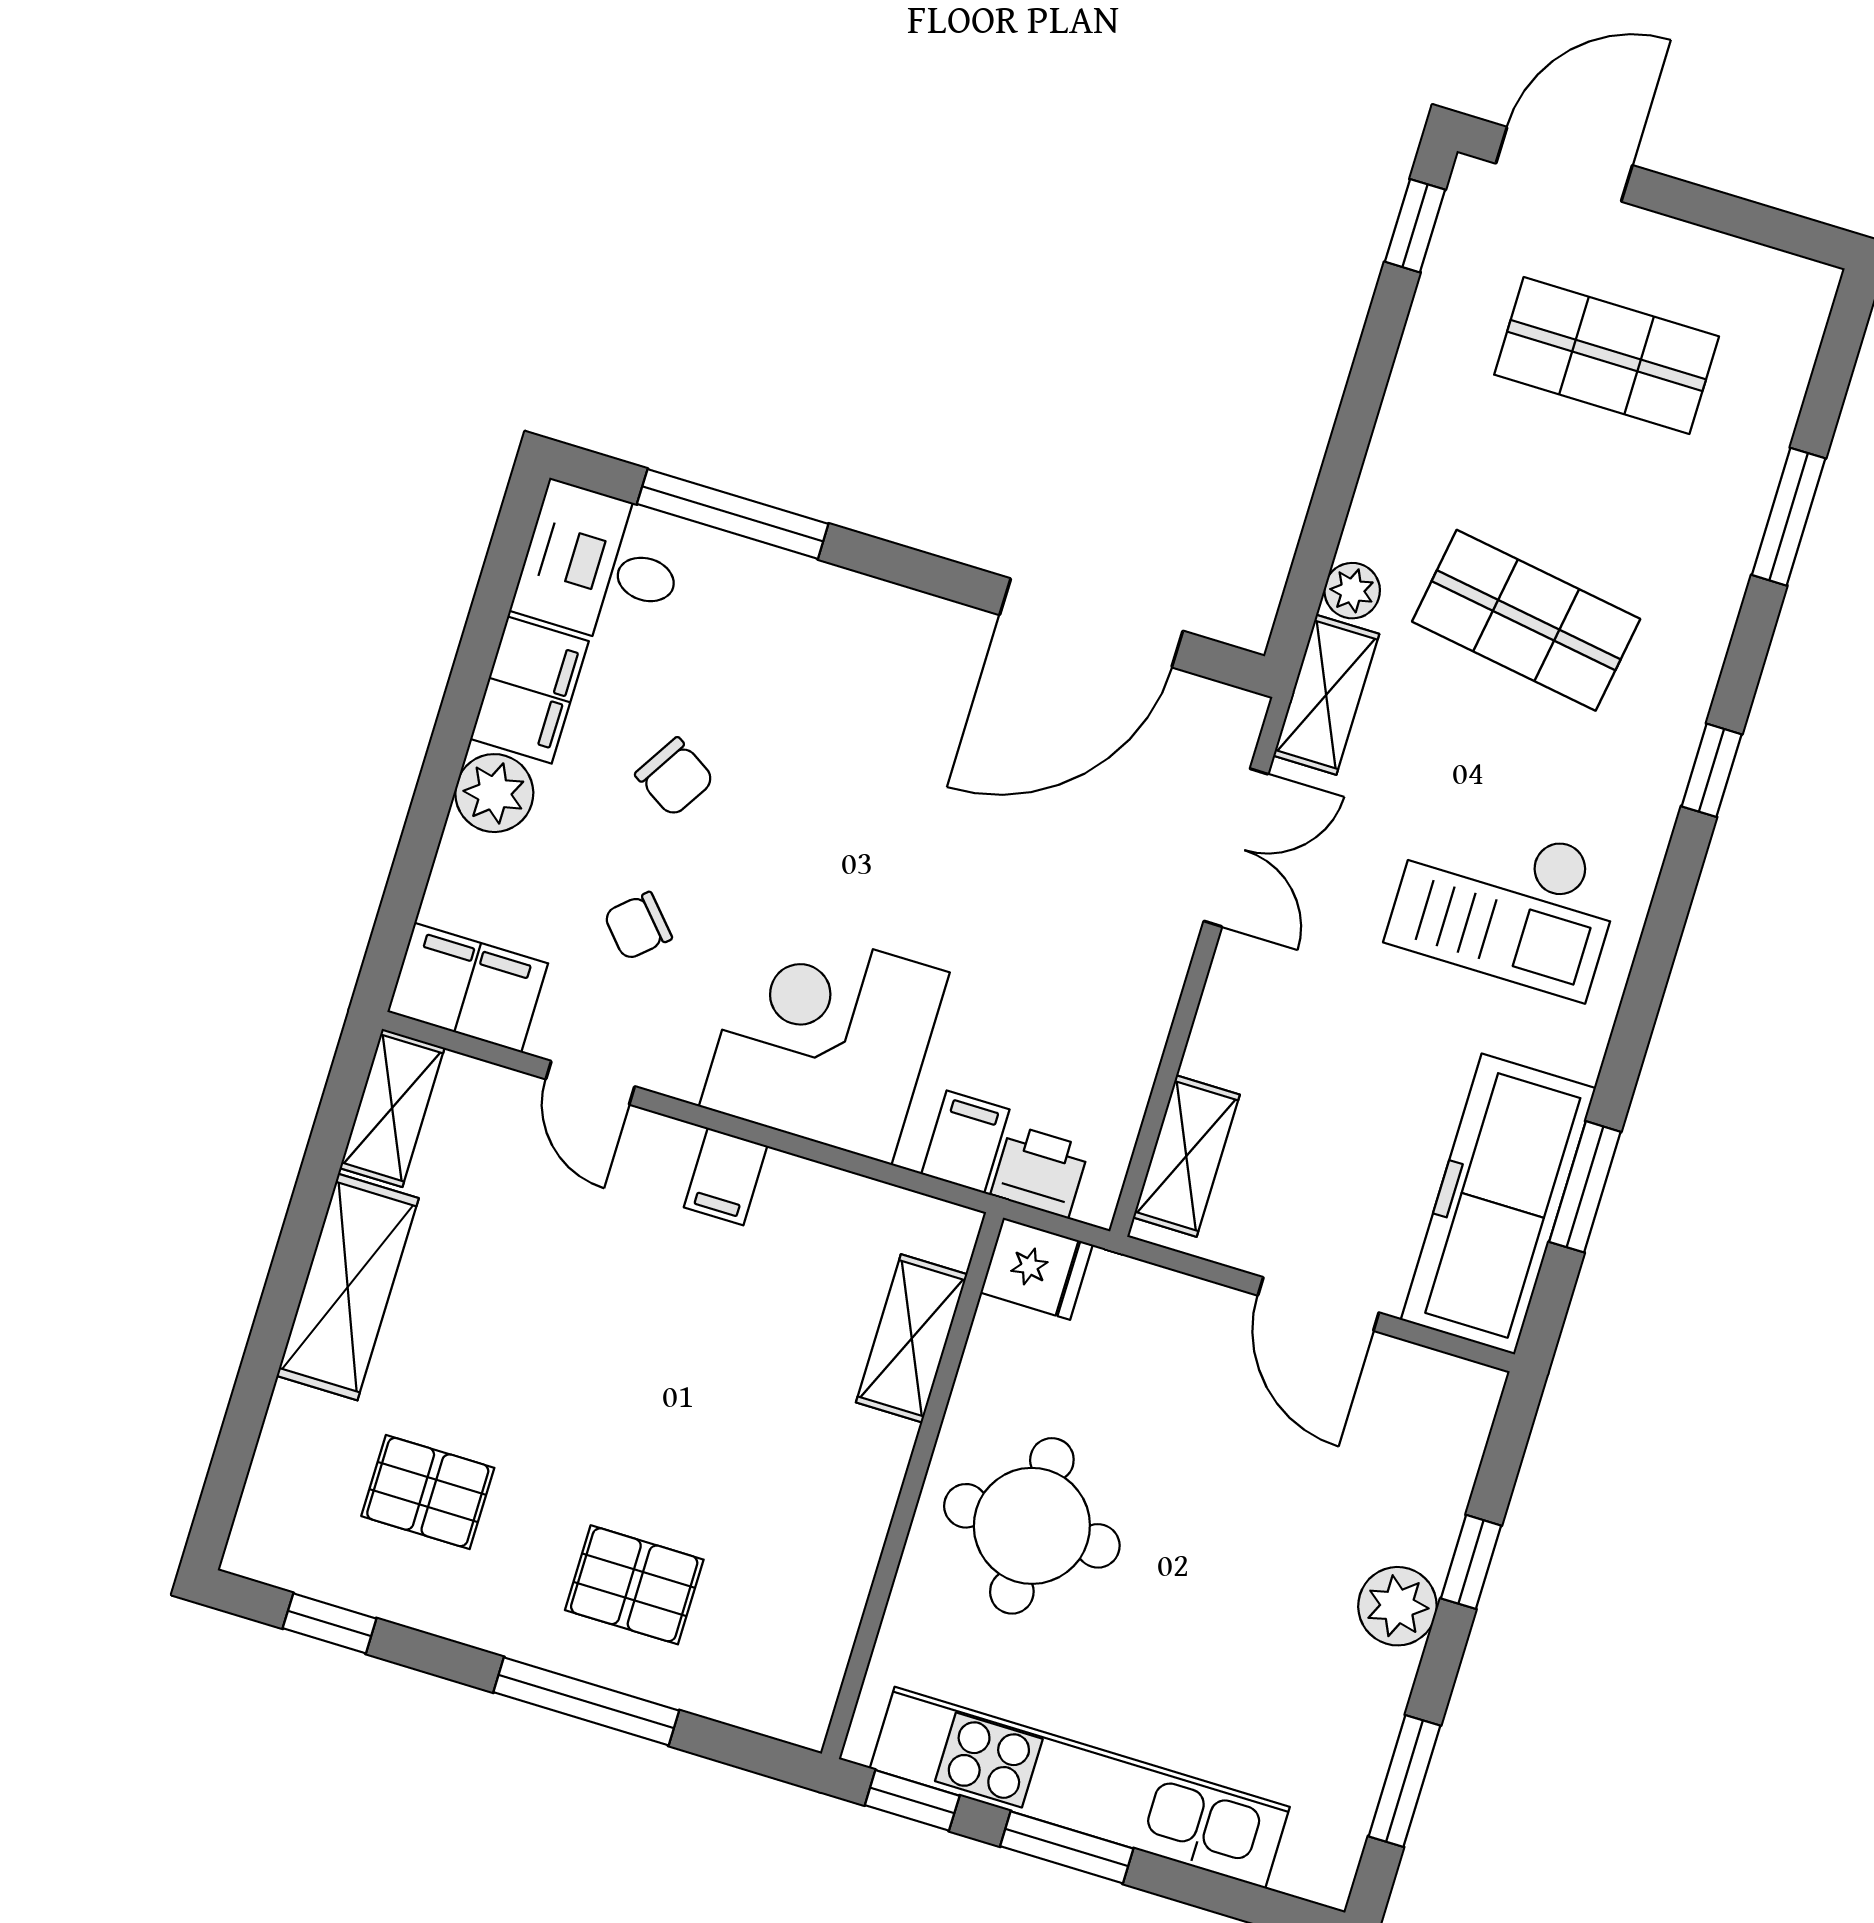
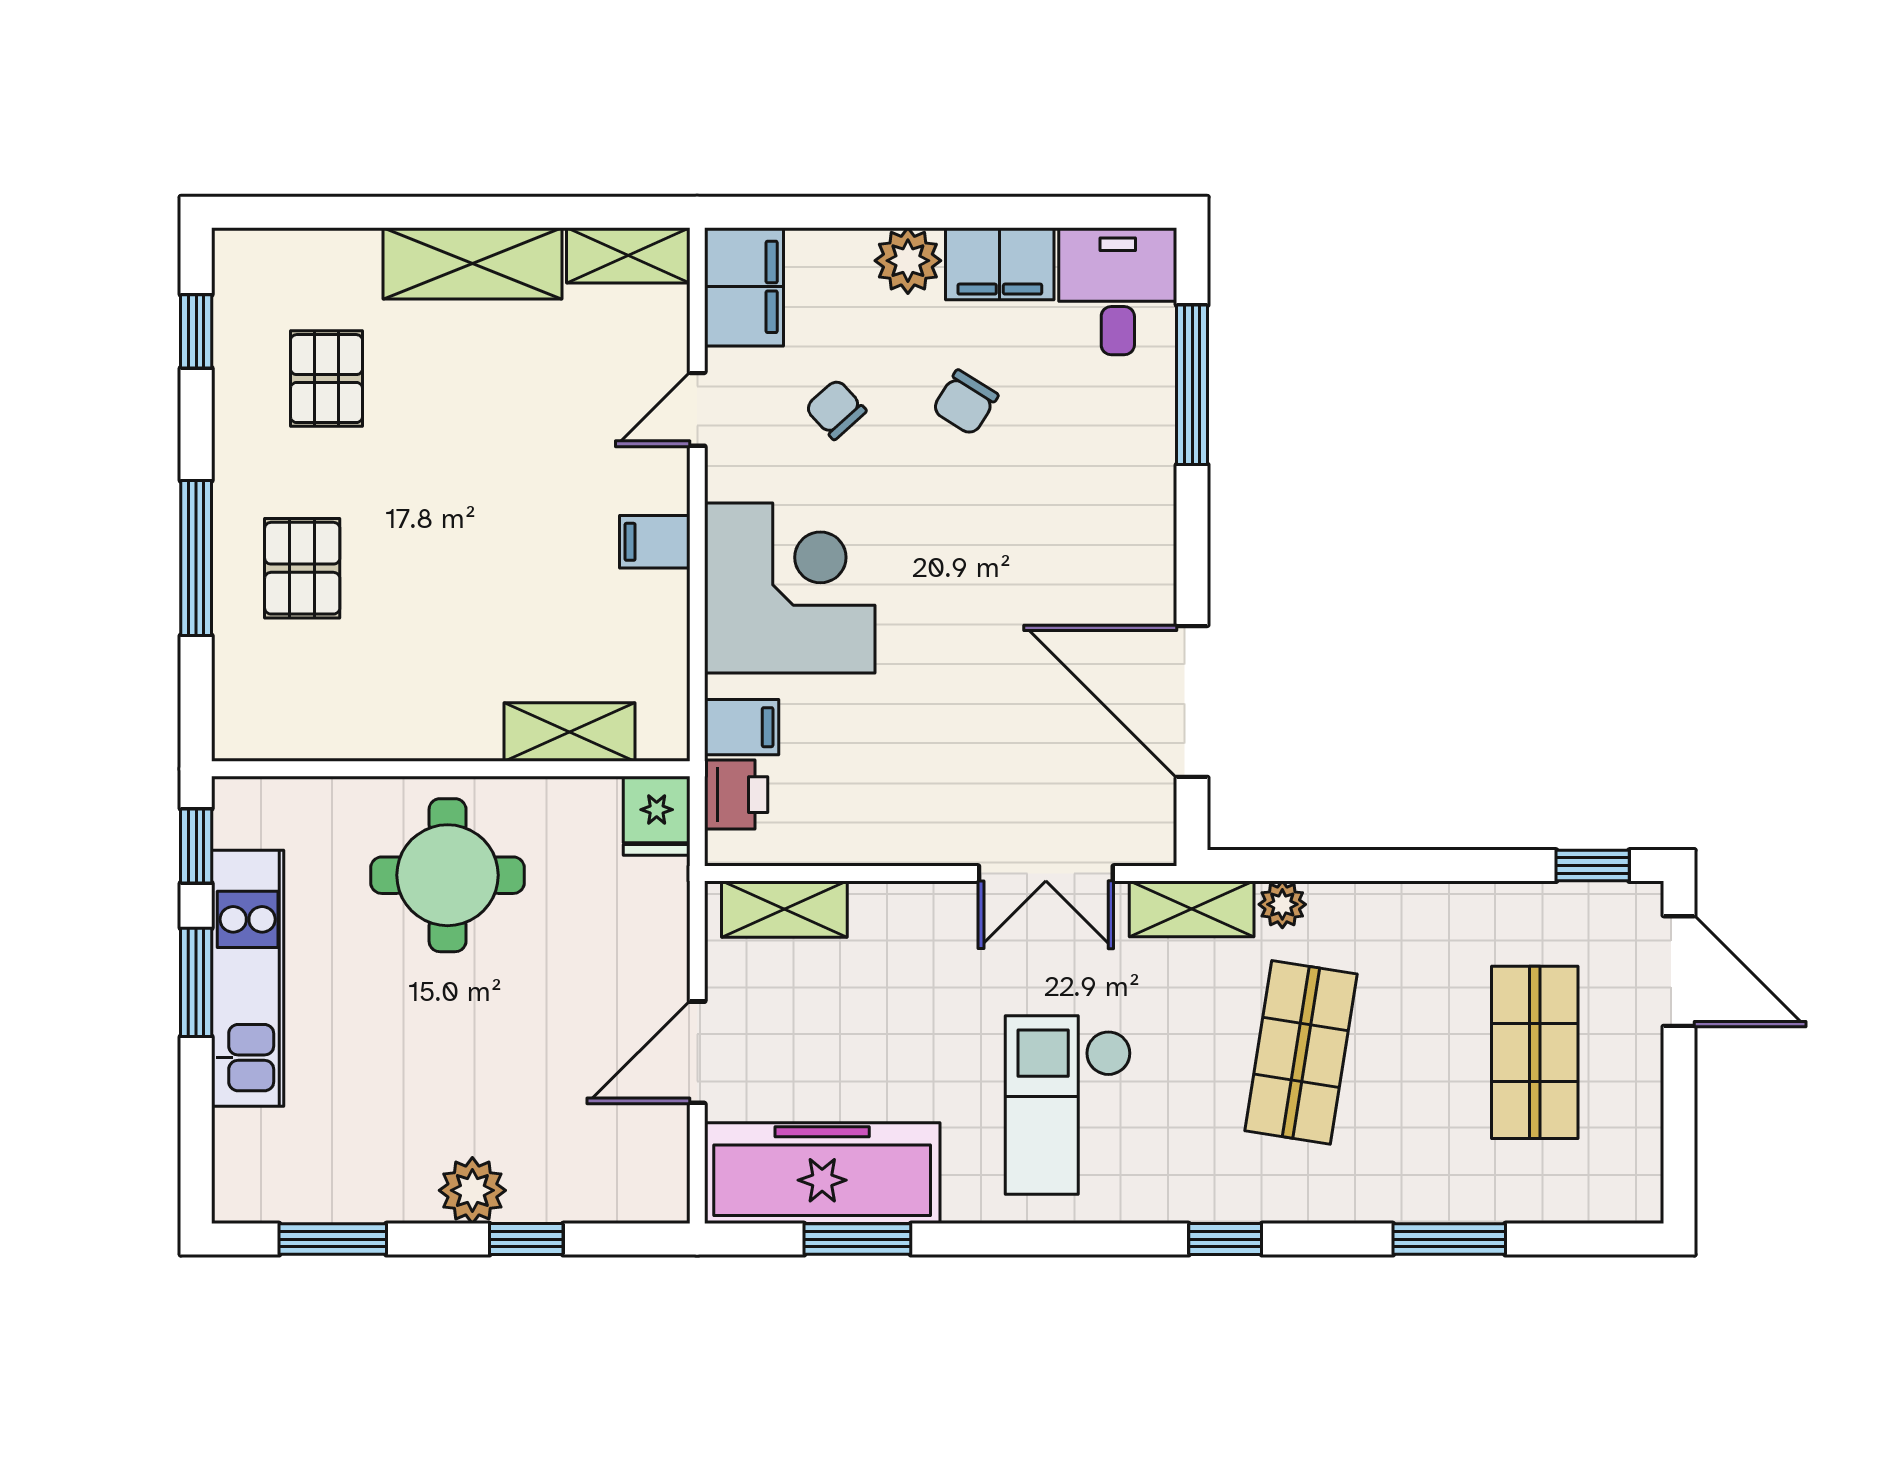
kitchen unit: (1080, 1788) -> (248, 978), width x0.73

